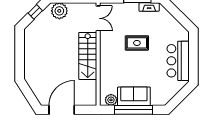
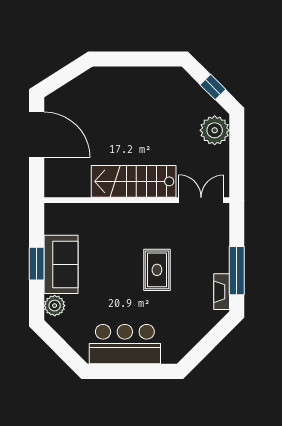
double door: (98, 18) -> (201, 200), swing flipped
plant: (111, 100) -> (55, 306), moved
window: (133, 110) -> (37, 264), width x0.47

